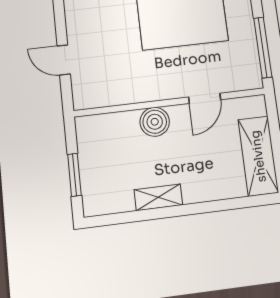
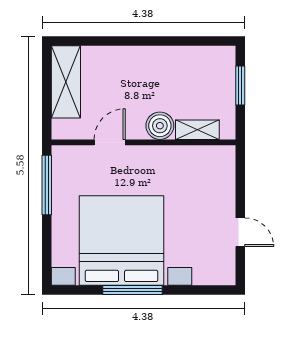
door: (64, 60) -> (240, 232), moved
shelving: (158, 197) -> (197, 130), moved

